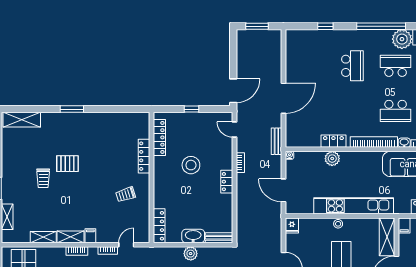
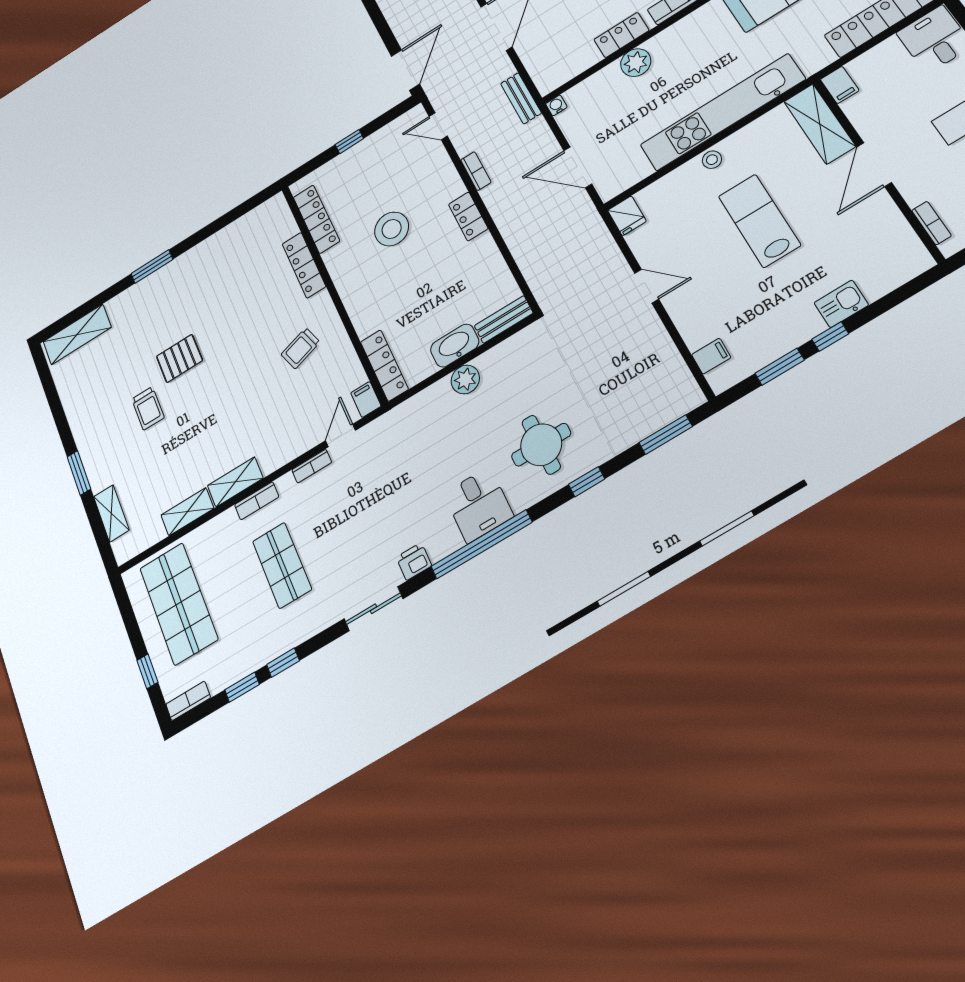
filing cabinet: (90, 236) -> (366, 399), moved

